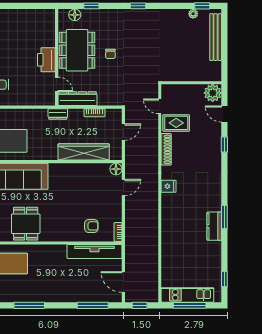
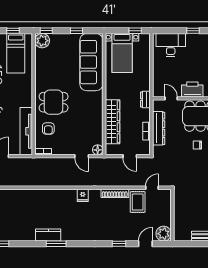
door: (57, 84) -> (171, 98), swing flipped
dresser: (77, 99) -> (159, 128), moved
dining table: (26, 224) -> (54, 102), moved

